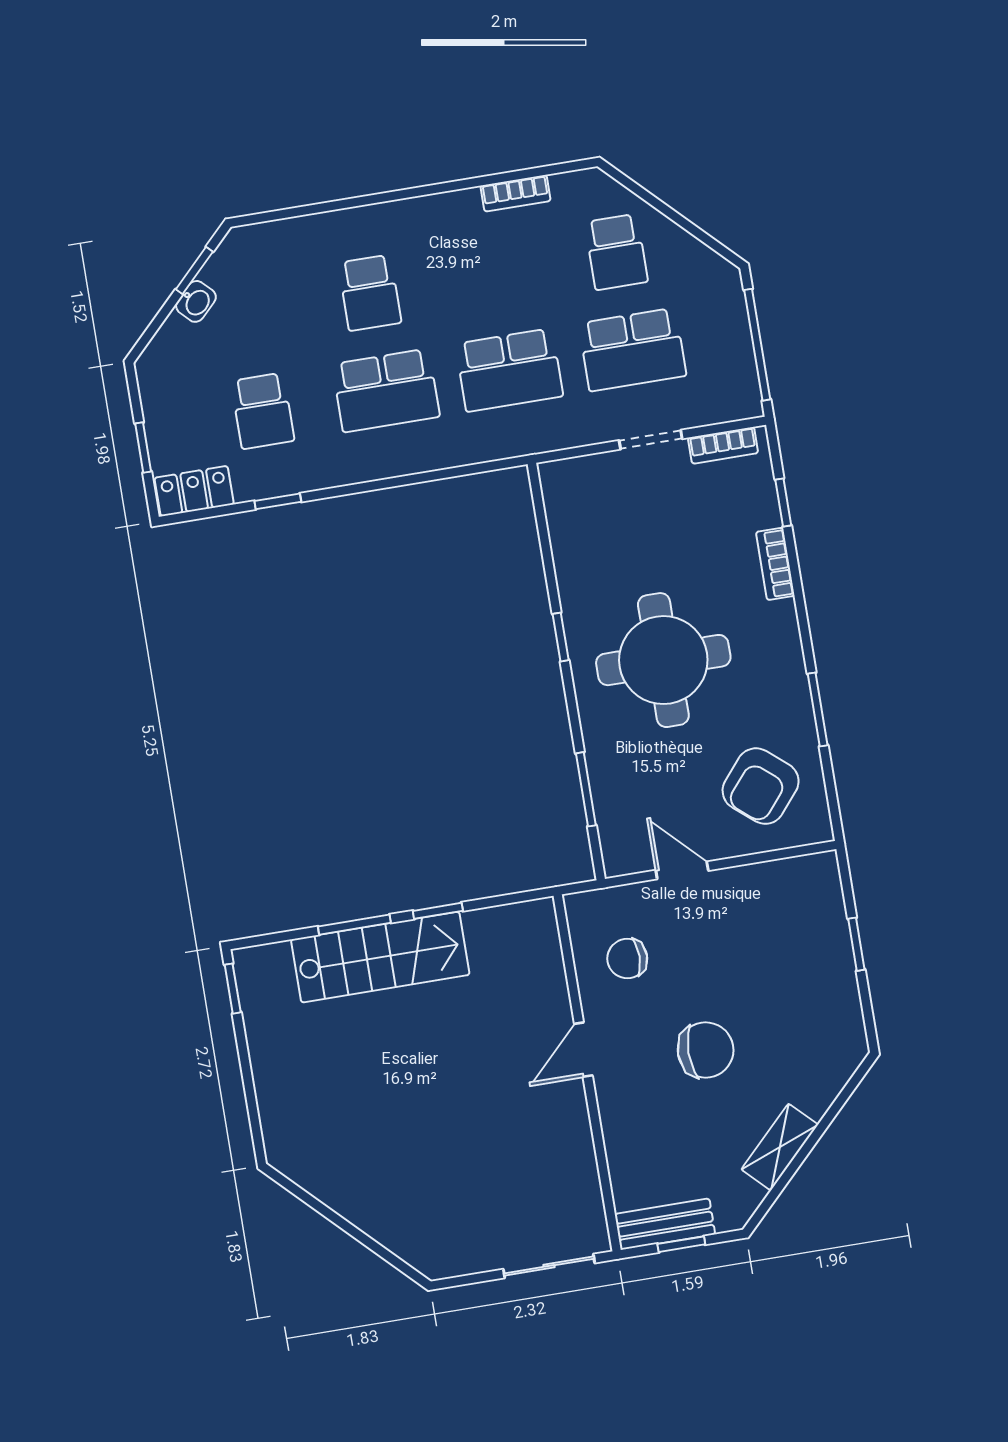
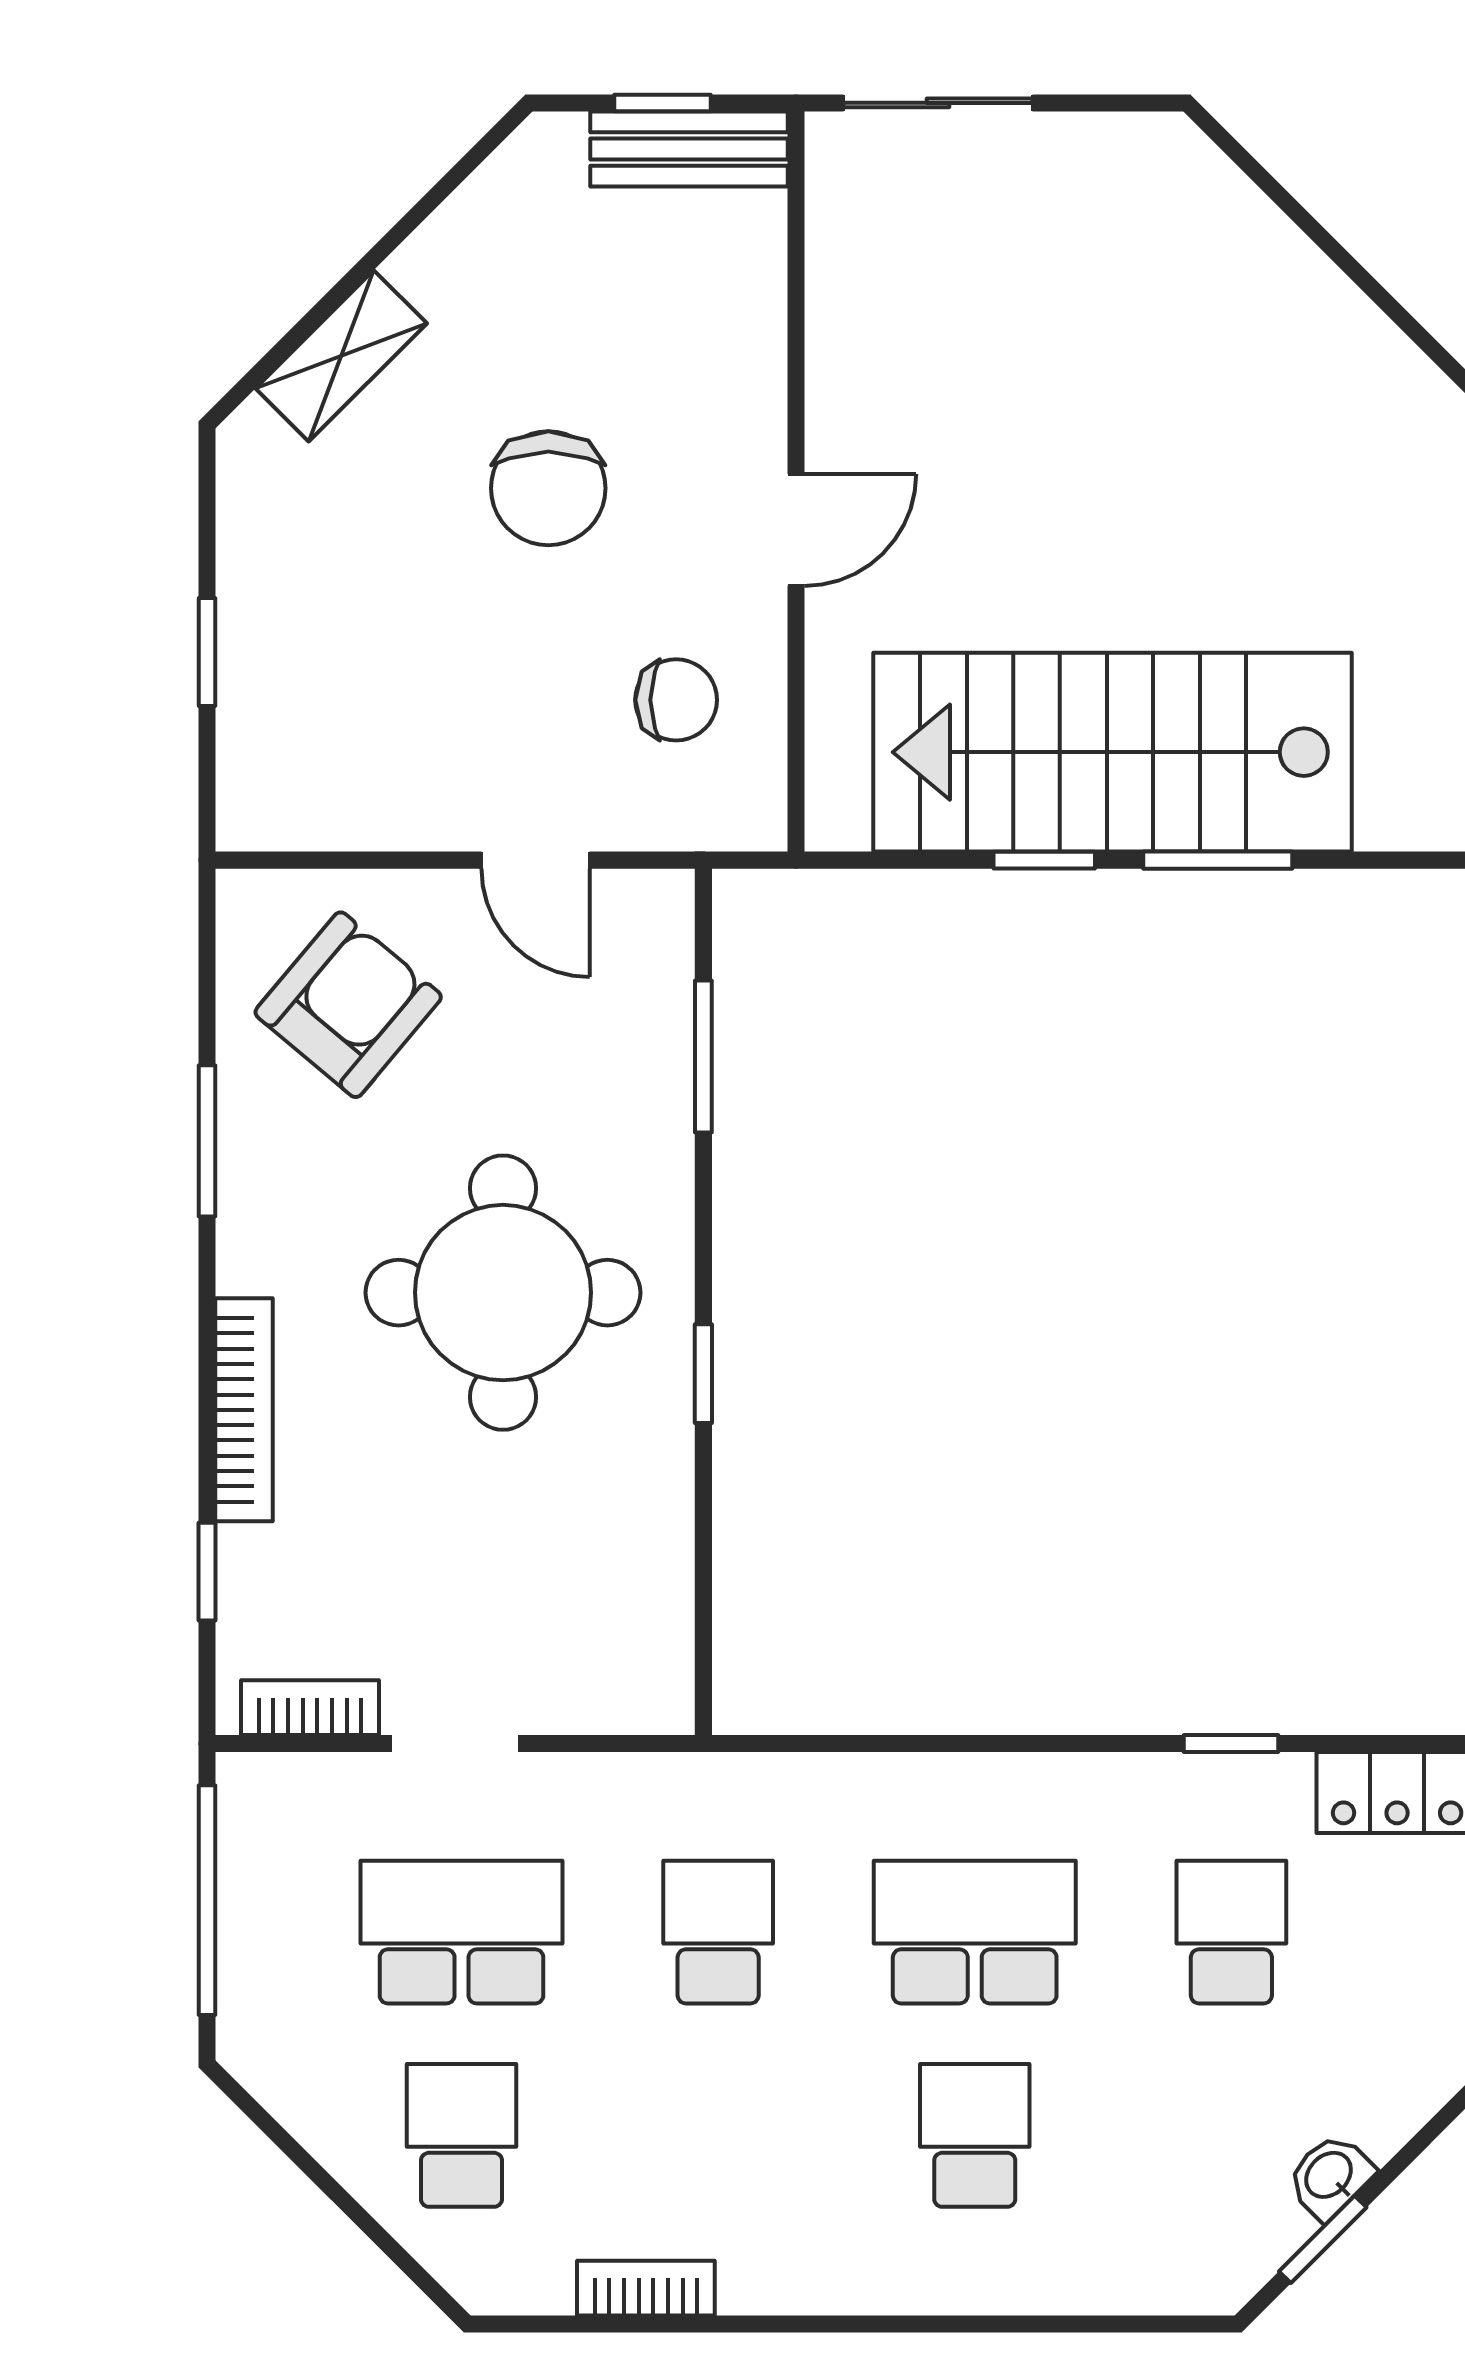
school desk: (509, 370) -> (718, 1932), width x0.54
bookcase: (775, 564) -> (244, 1410), width x1.56
stairs: (380, 957) -> (1113, 752), width x1.36, depth x1.51
chair: (706, 1050) -> (548, 488), turned -90
shelving: (780, 1147) -> (341, 356), moved

